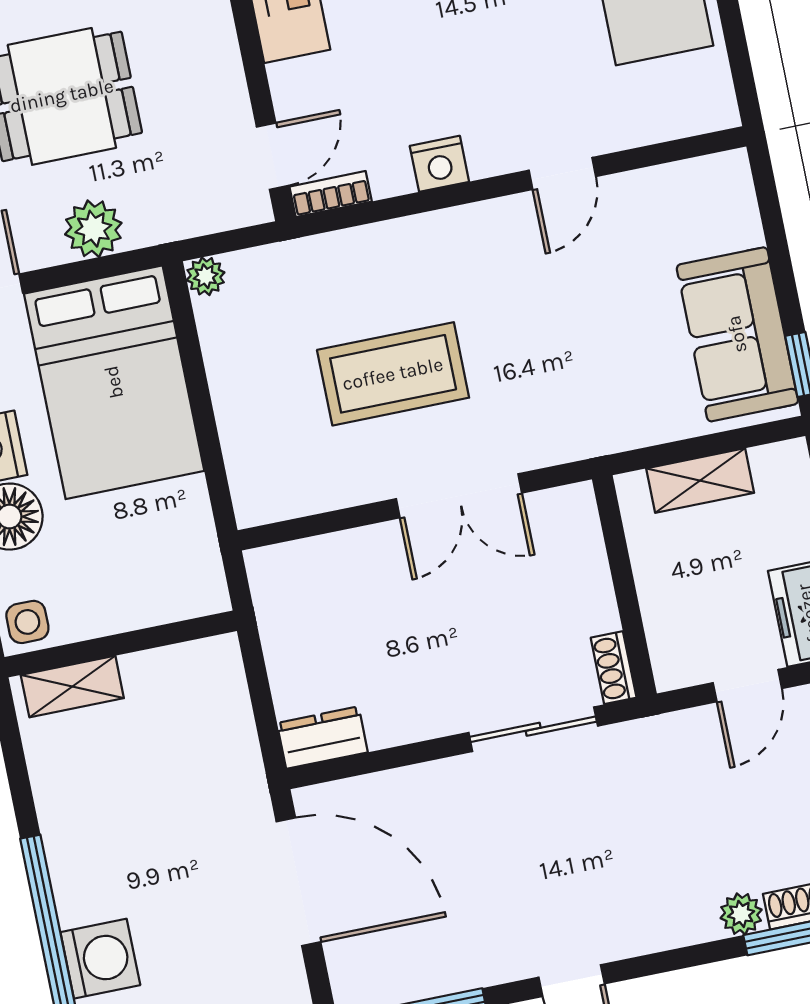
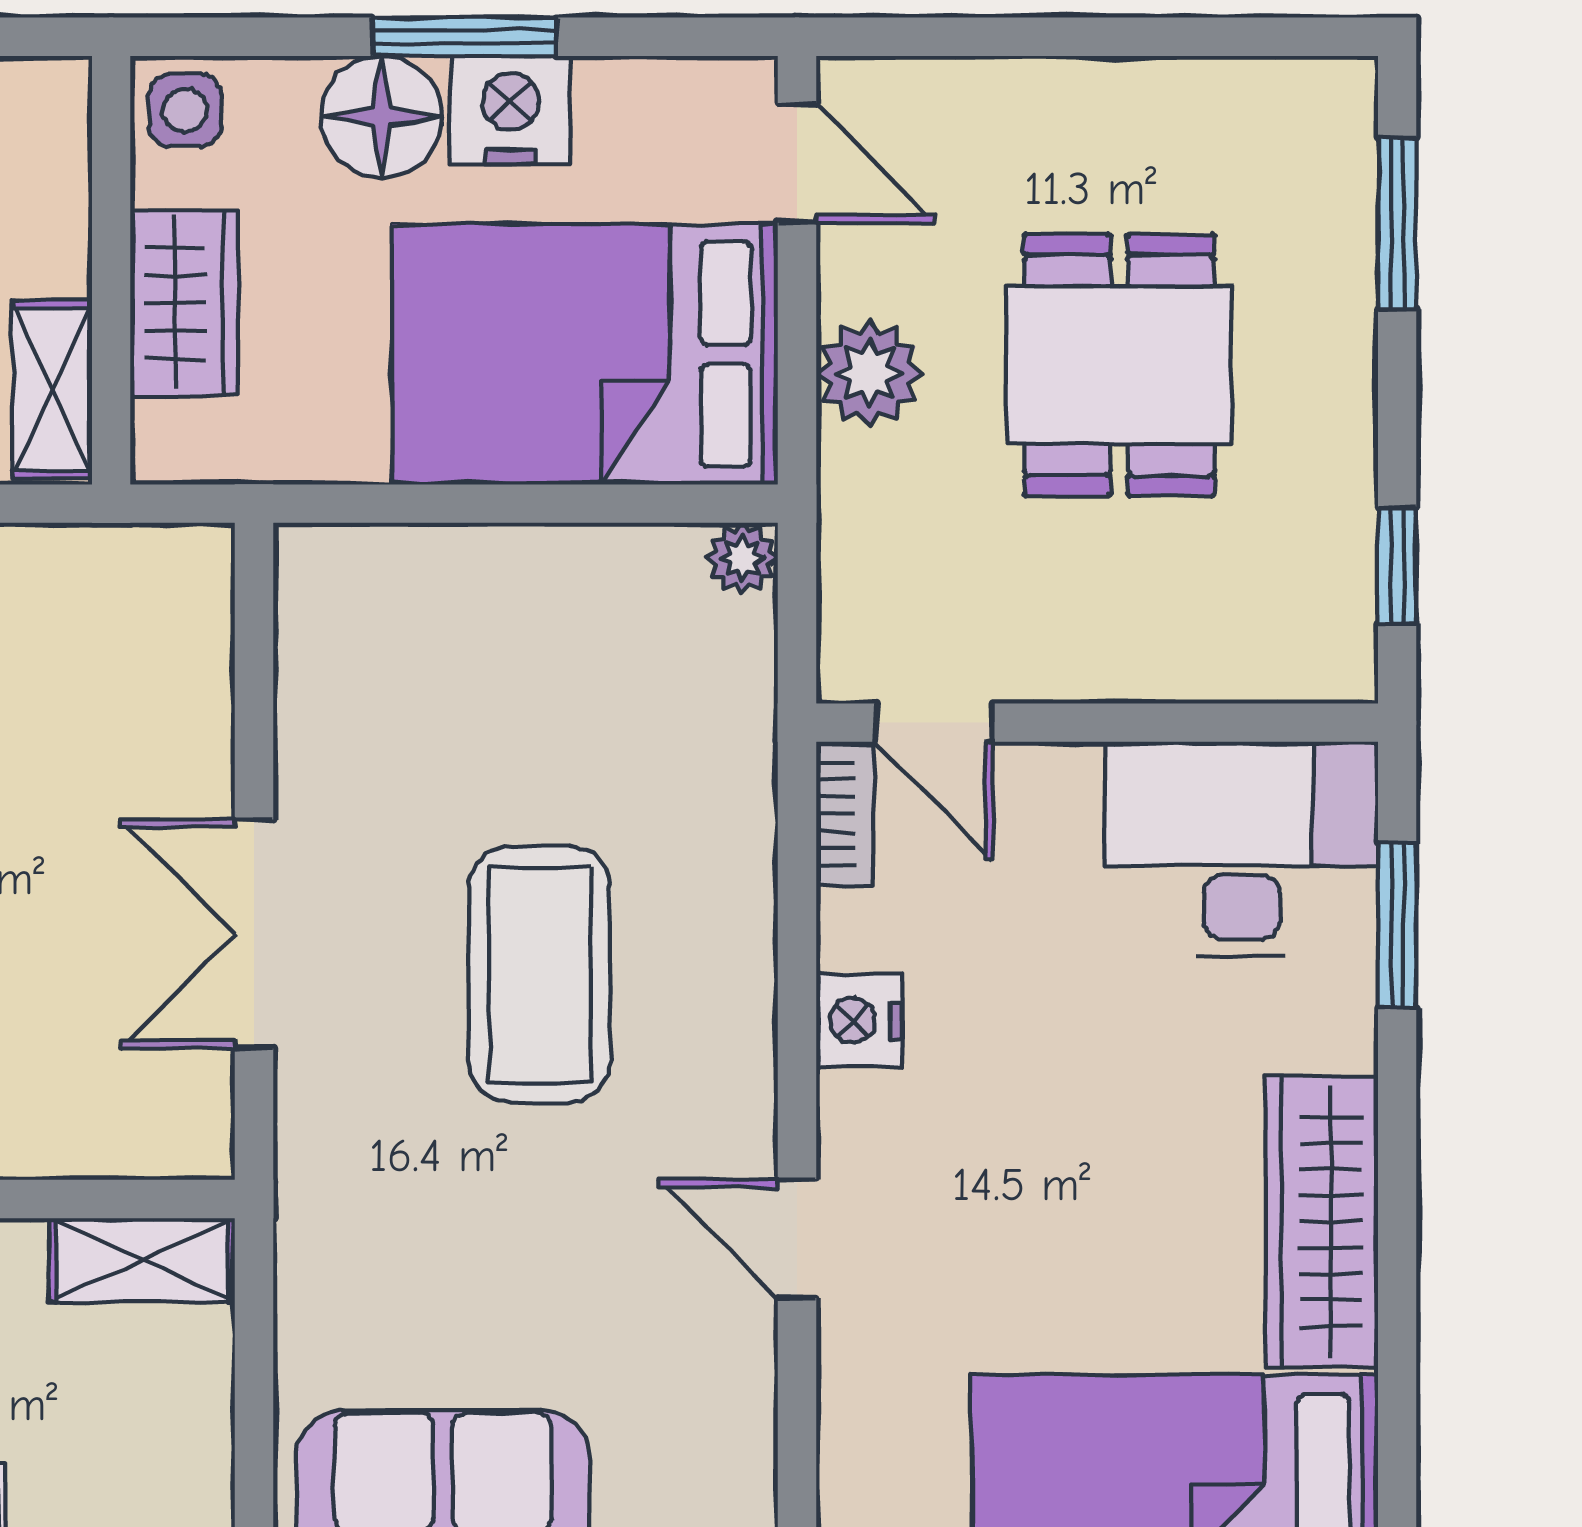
coffee table: (393, 374) -> (540, 975), moved
shelving: (700, 481) -> (142, 1260), moved, turned 90
wardrobe: (130, 602) -> (184, 303), added
shelving: (72, 687) -> (52, 390), moved

